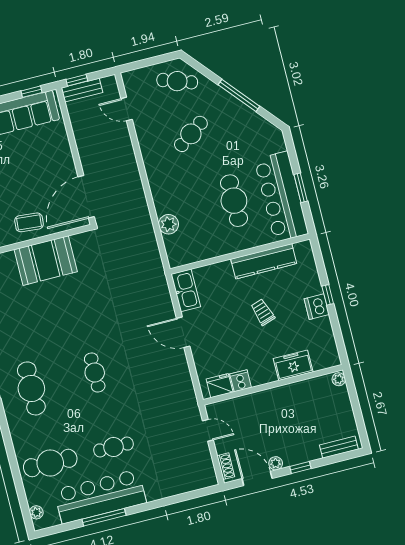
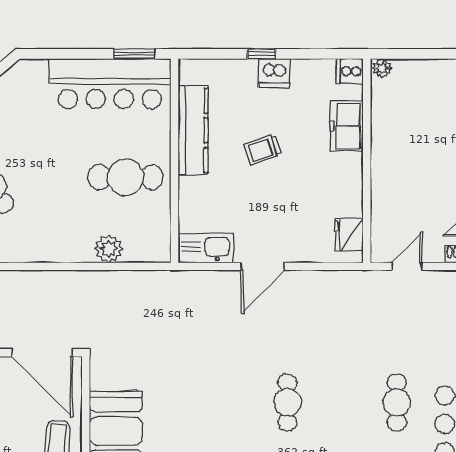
window: (301, 188) -> (134, 54), moved
cafe table: (234, 201) -> (126, 177), moved
cafe table: (95, 372) -> (287, 402), turned 90
cooker: (241, 381) -> (350, 71), moved

